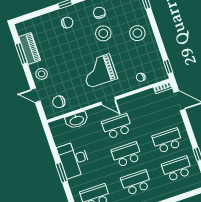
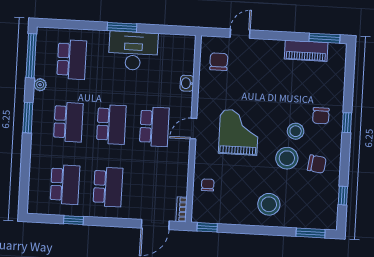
window: (21, 53) -> (325, 38), moved
stool: (42, 74) -> (296, 131), moved
washbasin: (77, 120) -> (187, 83), width x0.52, depth x0.69

